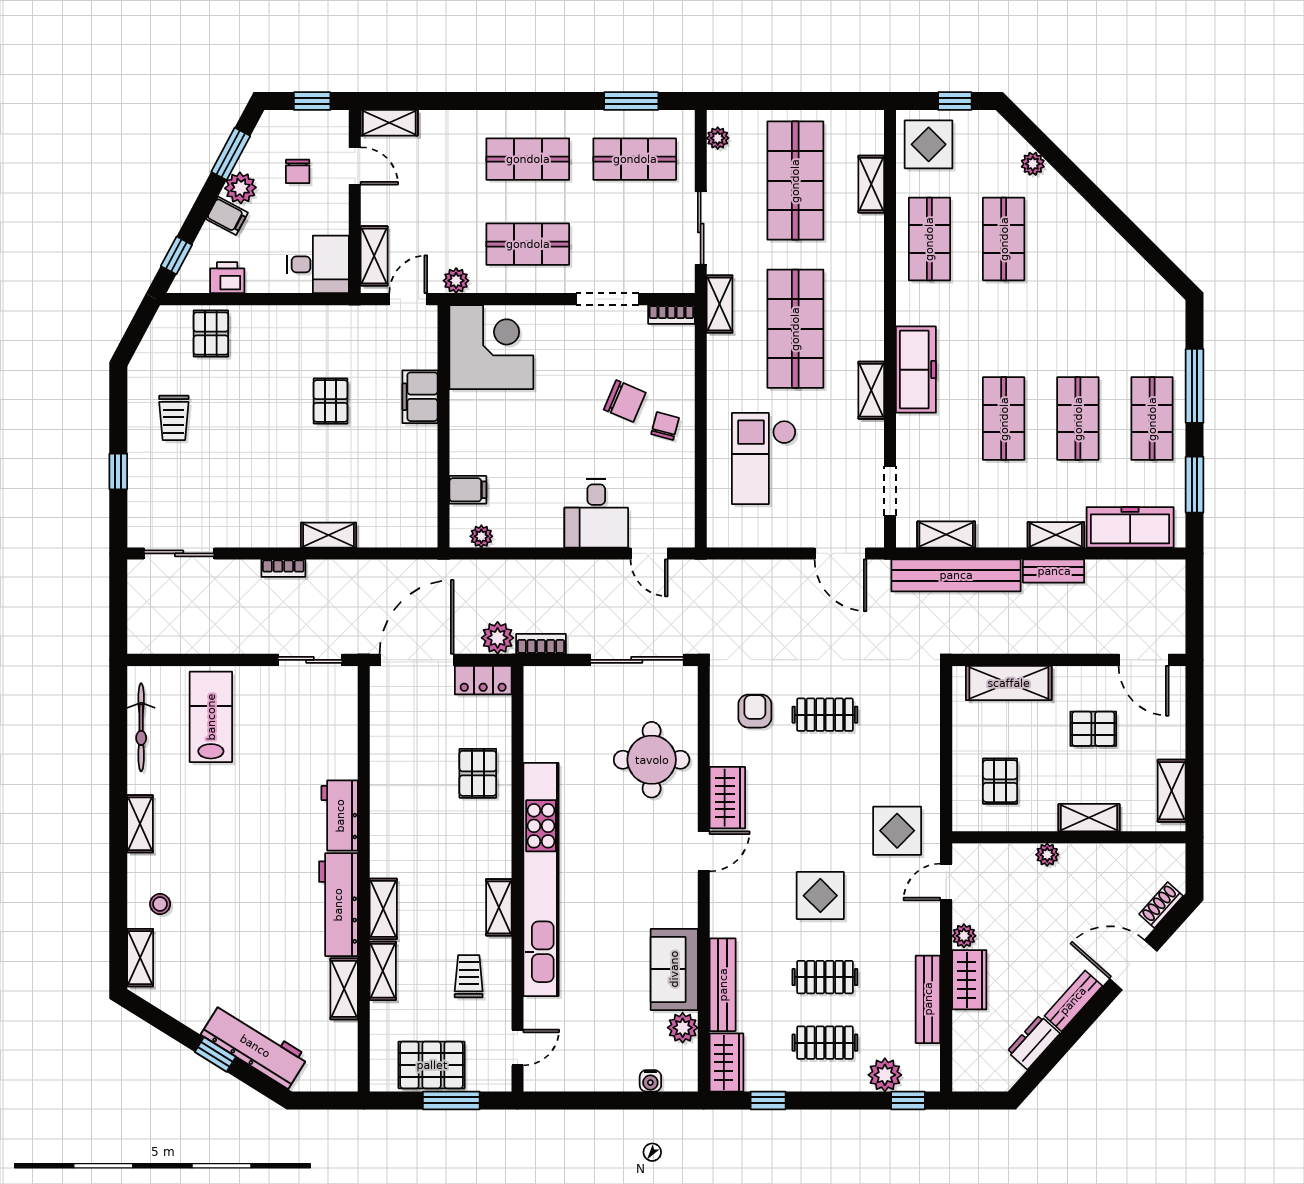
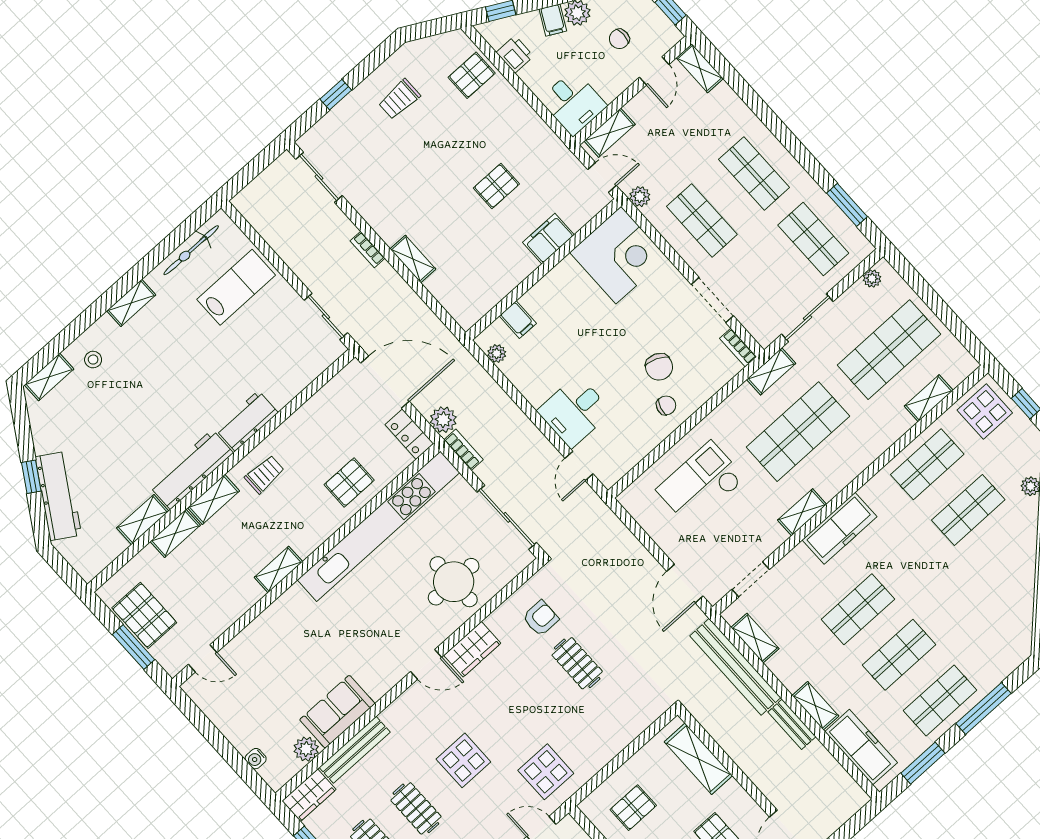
kitchen unit: (541, 879) -> (379, 526), moved
trolley: (469, 976) -> (265, 474), moved

